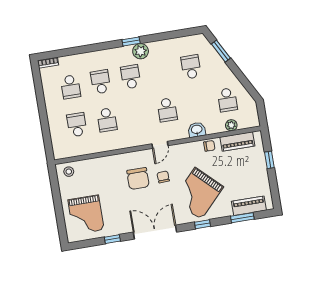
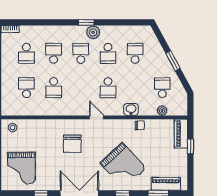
window: (221, 51) -> (173, 61), moved
school desk: (161, 72) -> (108, 53), added
school desk: (227, 100) -> (162, 88), turned 180
piano: (237, 142) -> (181, 134), moved, turned 90
door: (160, 145) -> (97, 117), swing flipped
chair: (163, 177) -> (95, 146), removed
grand piano: (198, 193) -> (123, 166), turned -87

